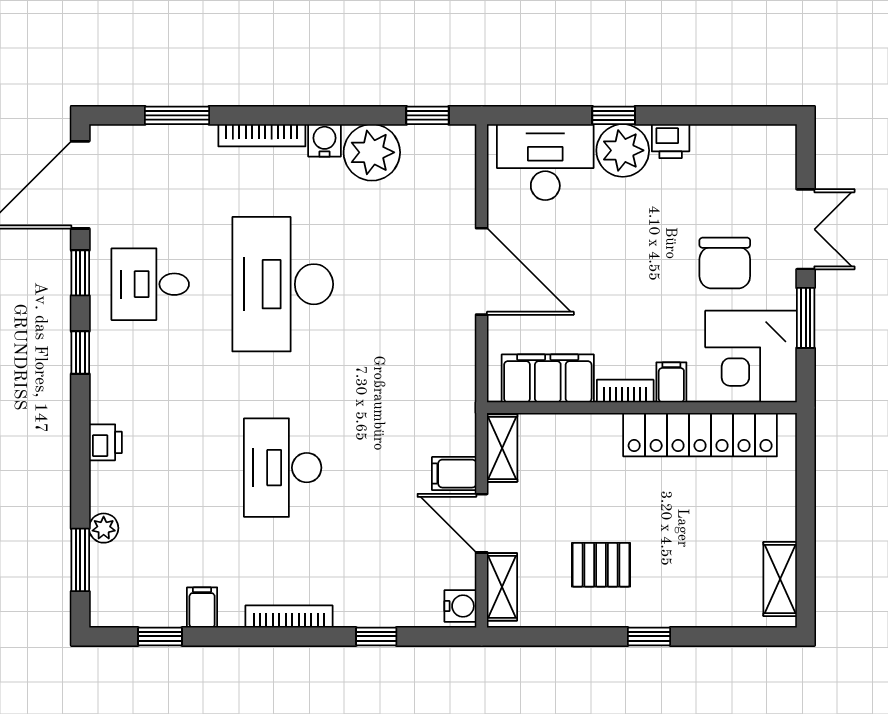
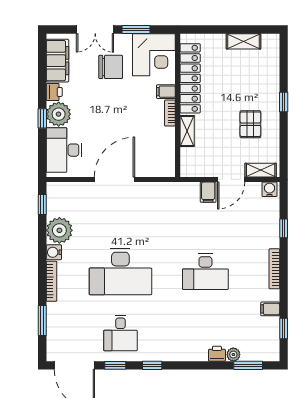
double door: (806, 229) -> (95, 29), swing flipped
filing cabinet: (548, 378) -> (57, 61), moved, turned 180
printer: (105, 442) -> (217, 354), moved
shelving: (502, 448) -> (187, 131), moved, turned 90
shelving: (780, 579) -> (243, 41), moved

